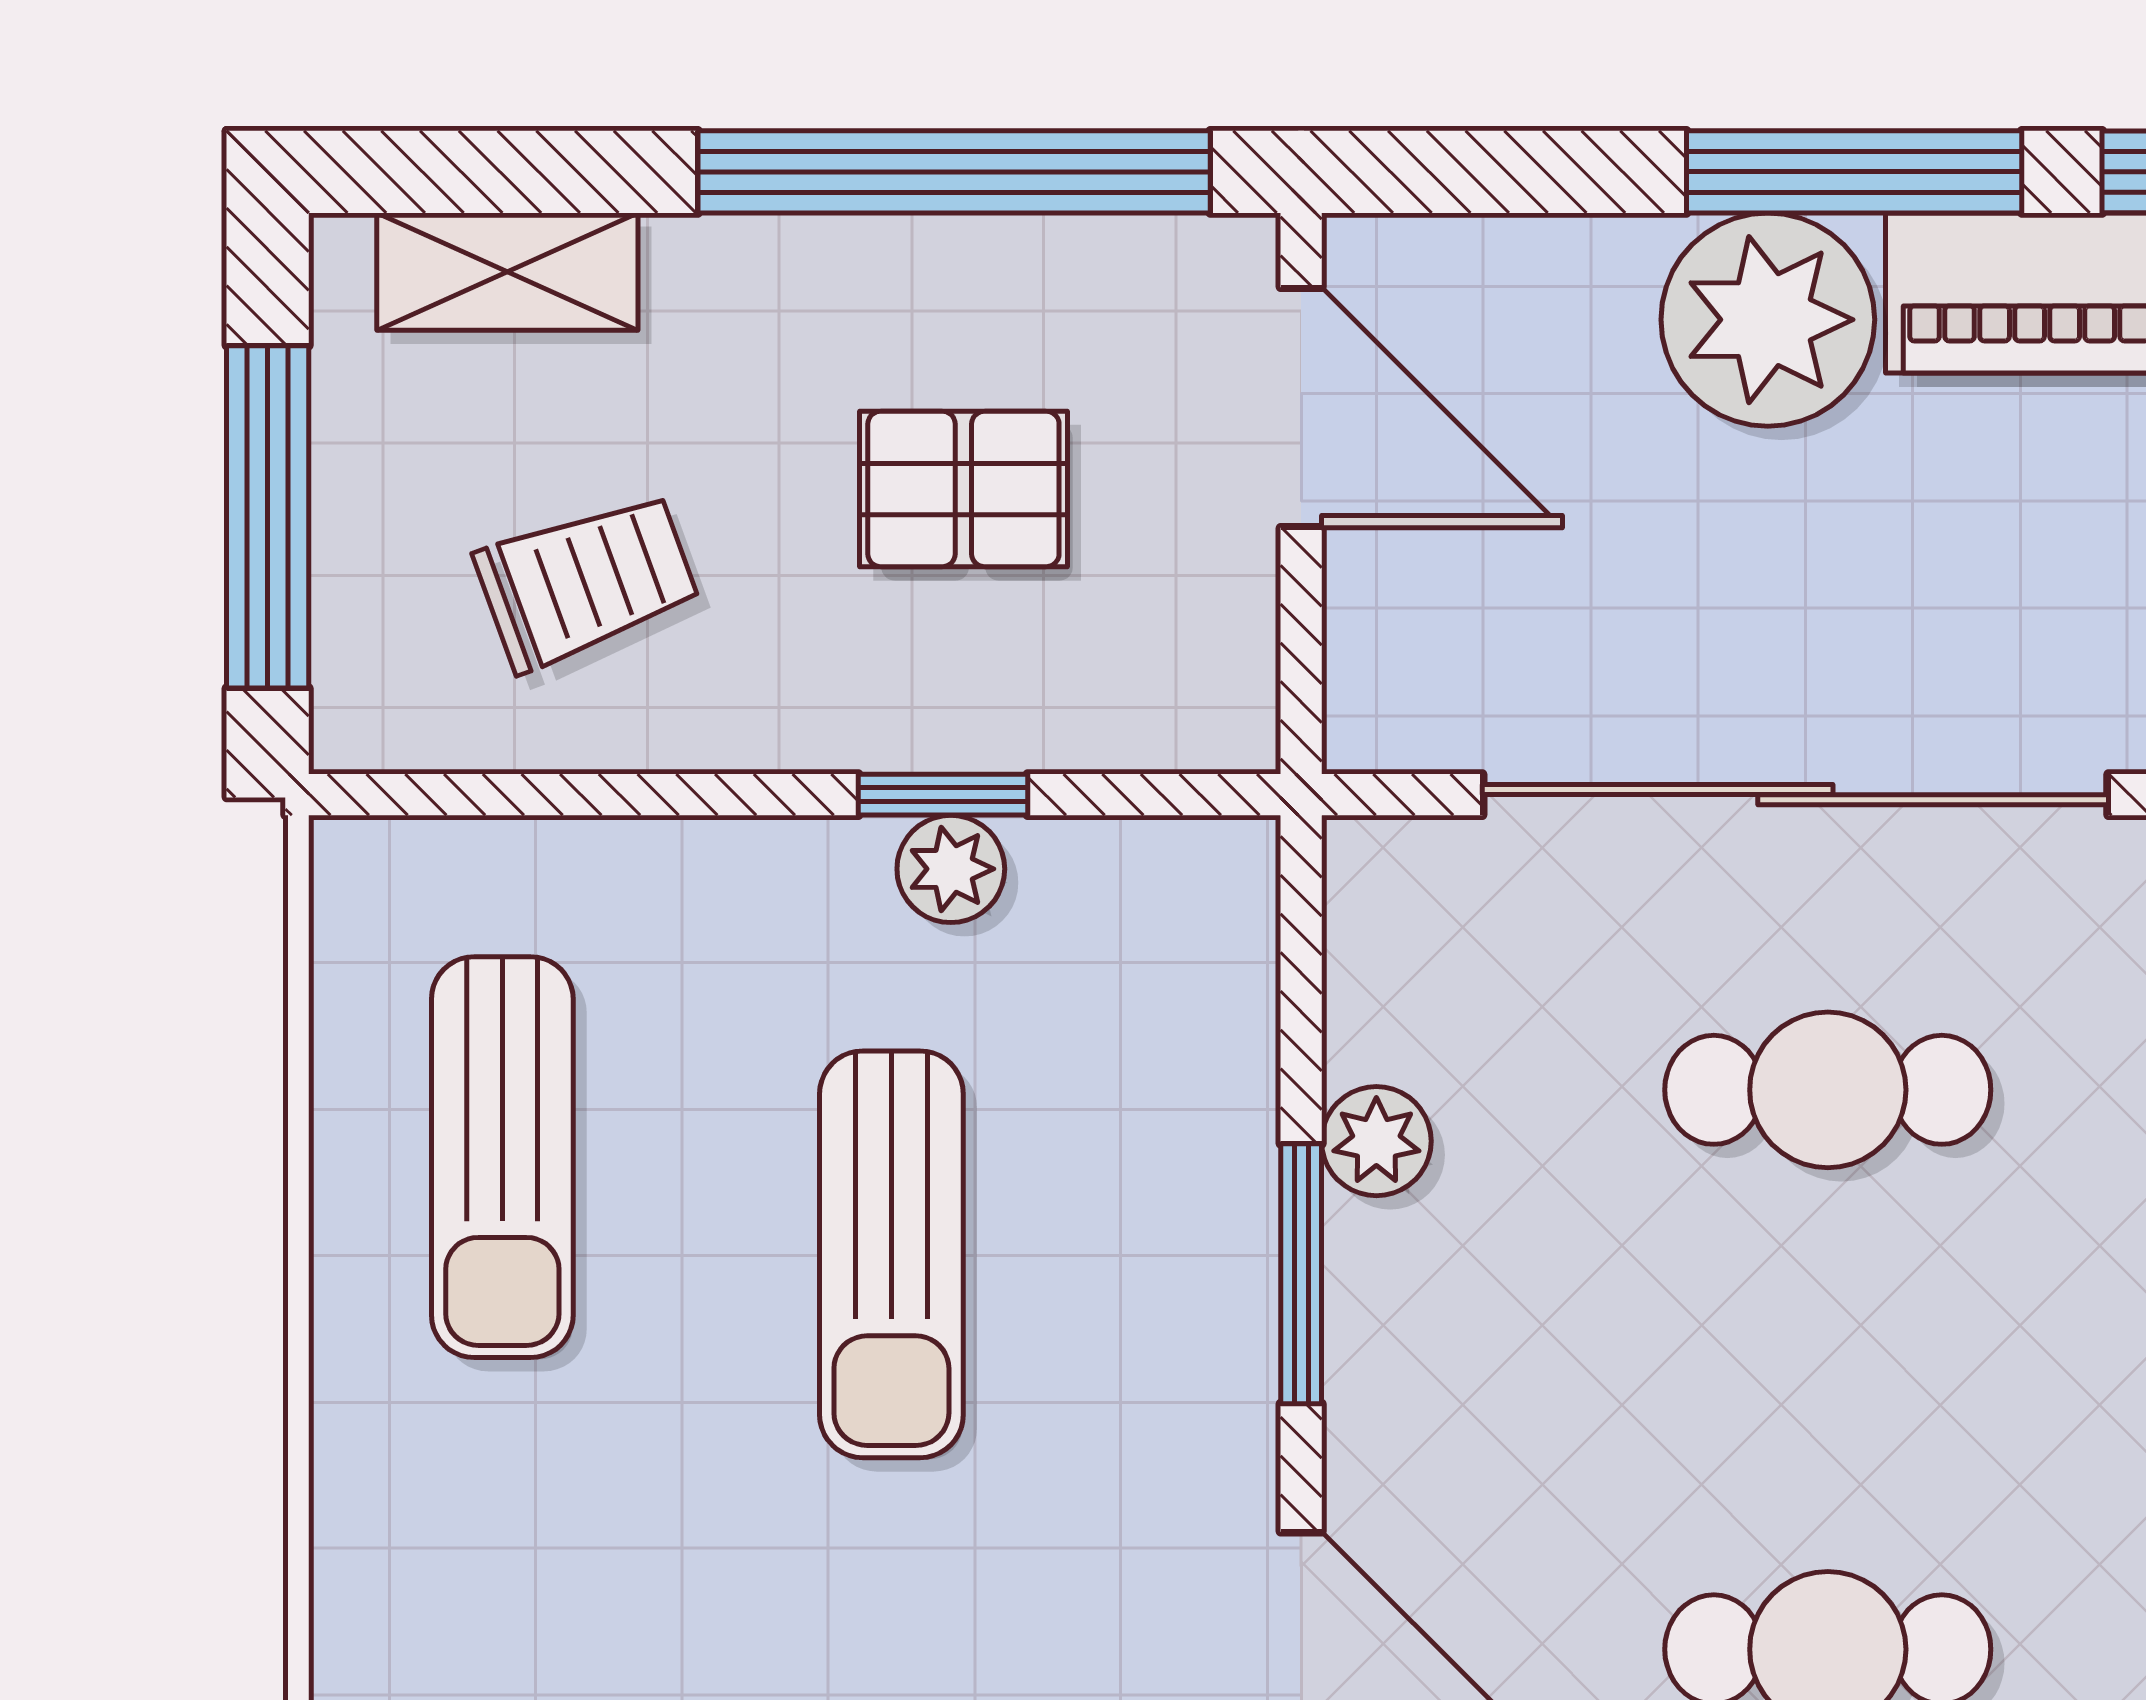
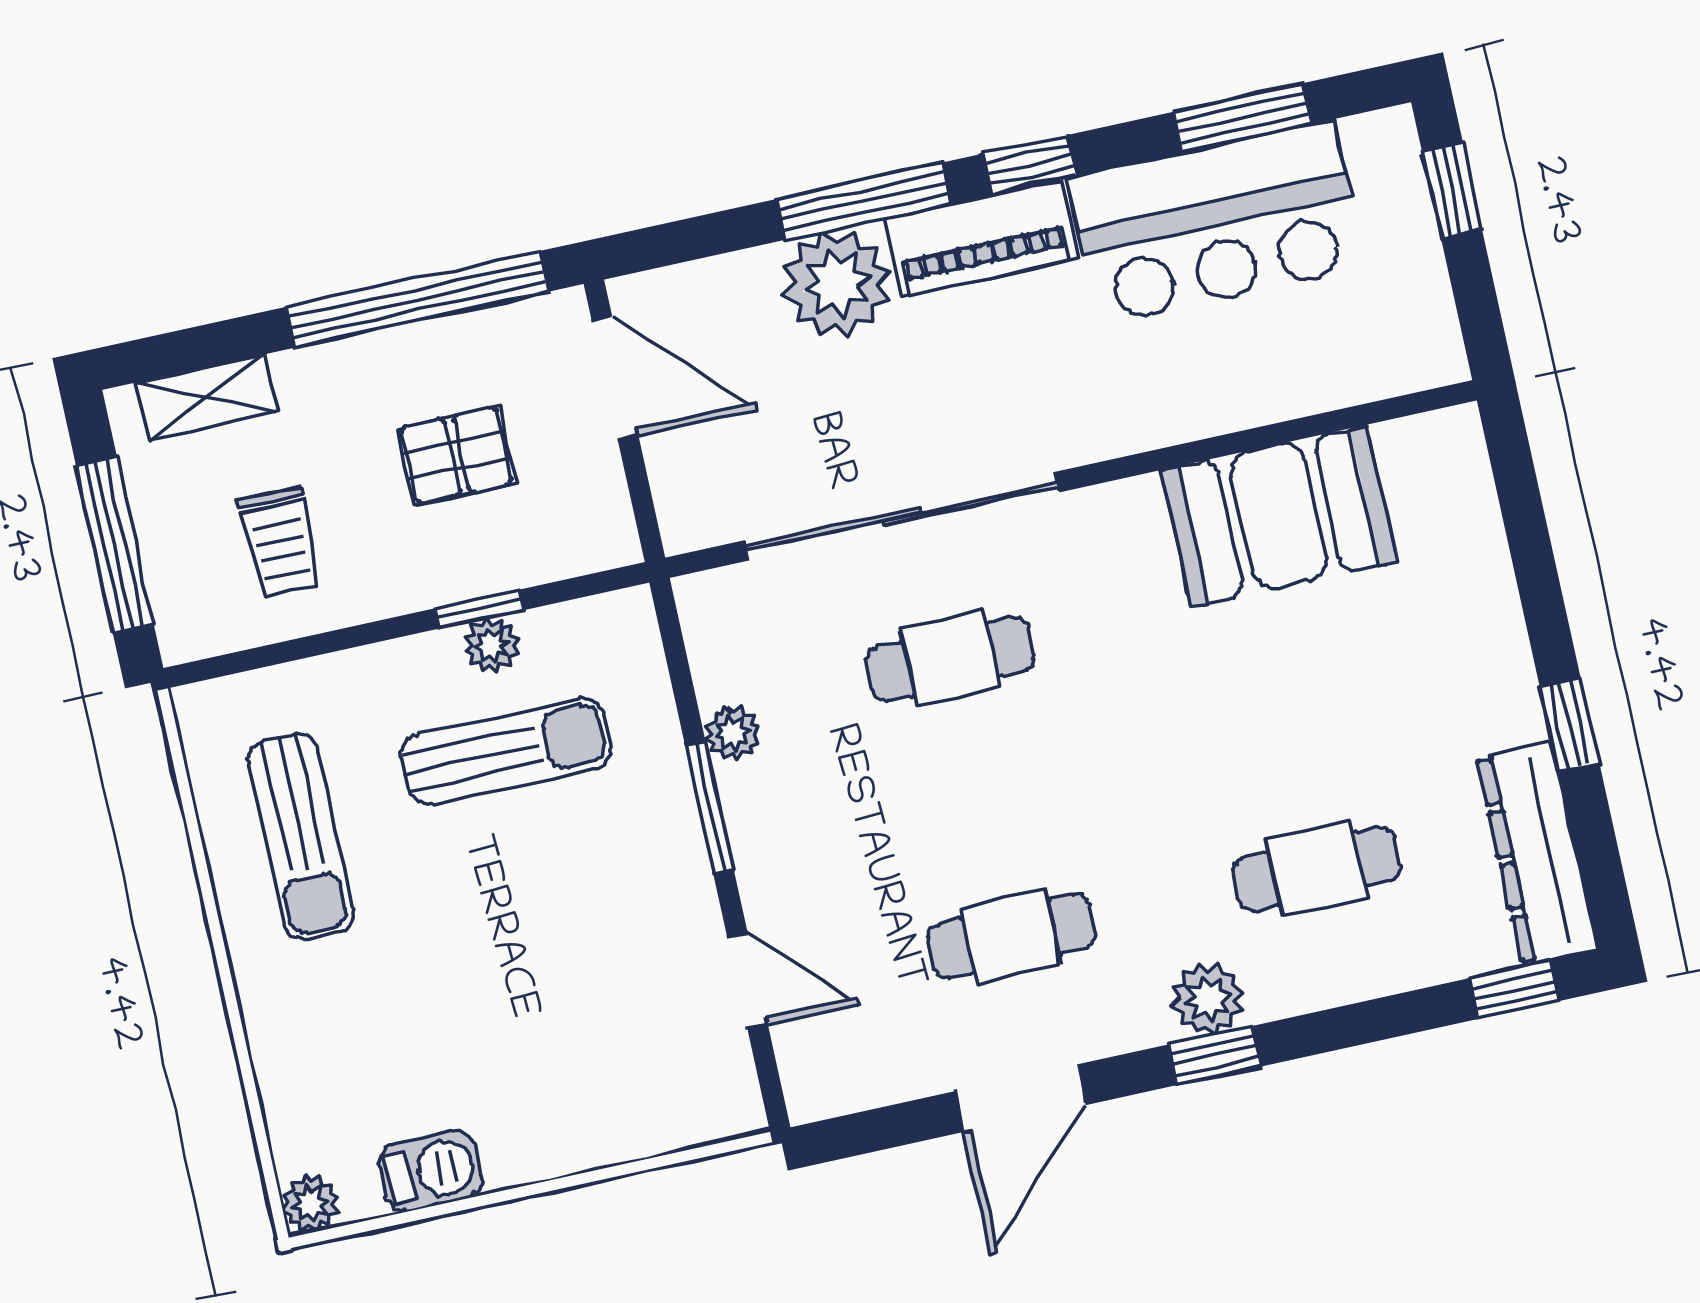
trolley: (587, 581) -> (280, 542), turned 110
sun lounger: (891, 1254) -> (507, 751), moved, turned -90

